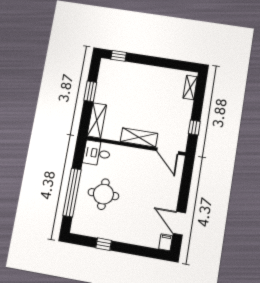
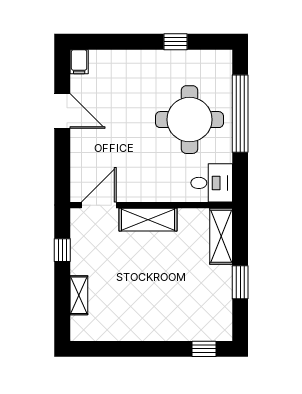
shelving: (190, 87) -> (79, 295), moved
door: (168, 151) -> (99, 205), hinge flipped
round table: (103, 194) -> (189, 120), width x1.36, depth x1.36
door: (179, 223) -> (62, 111), moved

